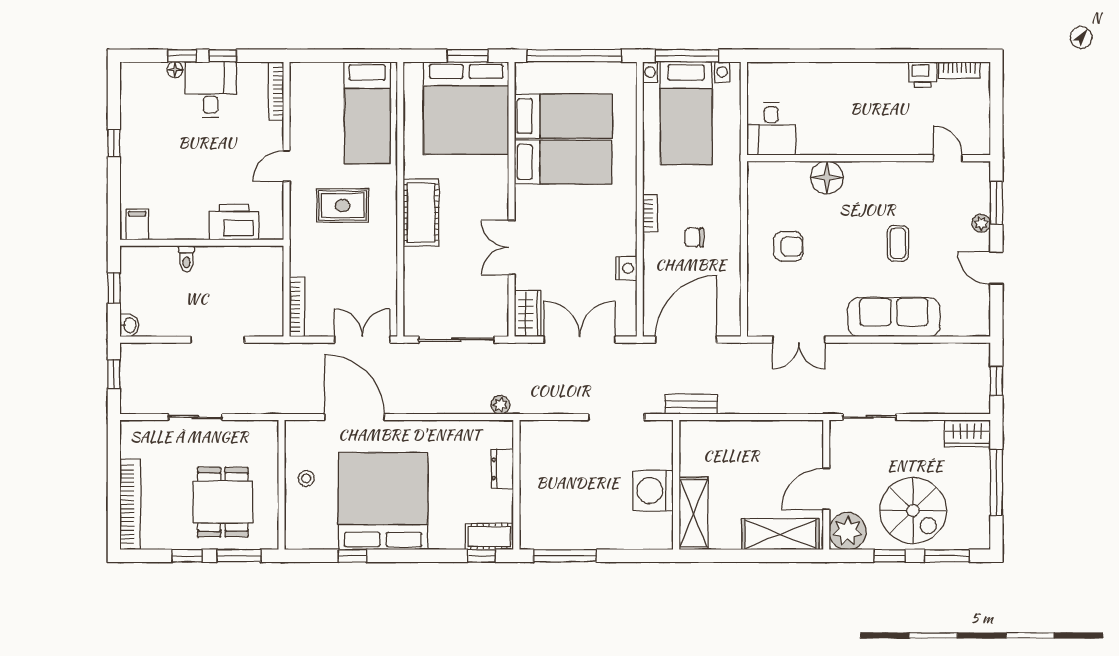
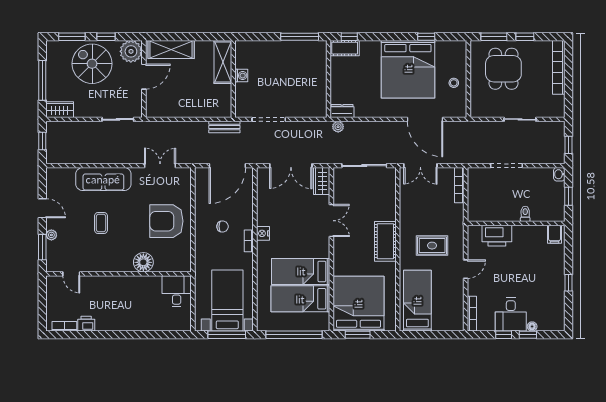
armchair: (788, 246) -> (166, 221), width x1.88, depth x1.88
nightstand: (626, 268) -> (263, 233), moved
dresser: (502, 469) -> (342, 111), moved, turned -90
washing machine: (653, 491) -> (241, 76), width x0.53, depth x0.53

